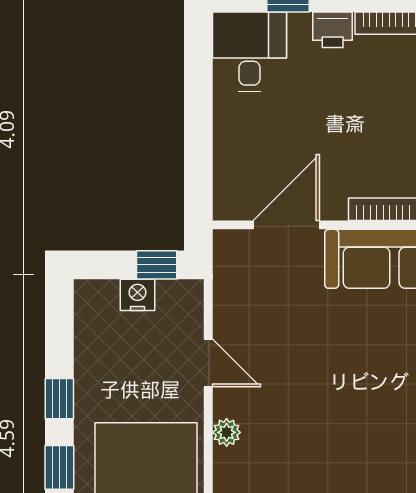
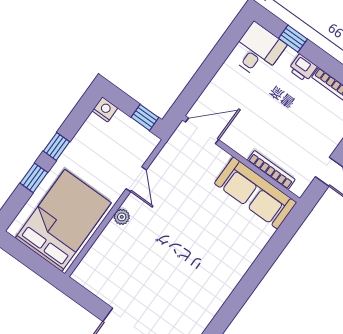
door: (286, 225) -> (202, 131), moved
nightstand: (137, 295) -> (105, 109), moved

